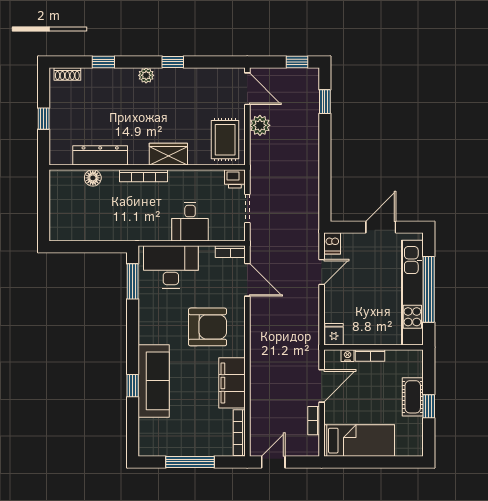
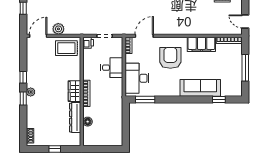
window: (103, 62) -> (23, 99), moved
wardrobe: (168, 154) -> (74, 91), moved
window: (133, 386) -> (219, 99), moved

